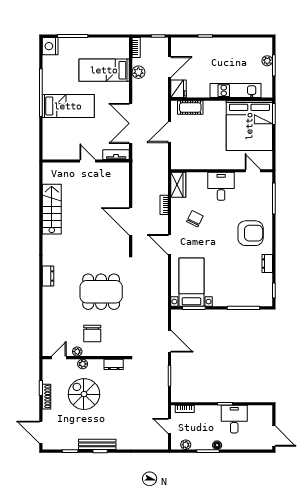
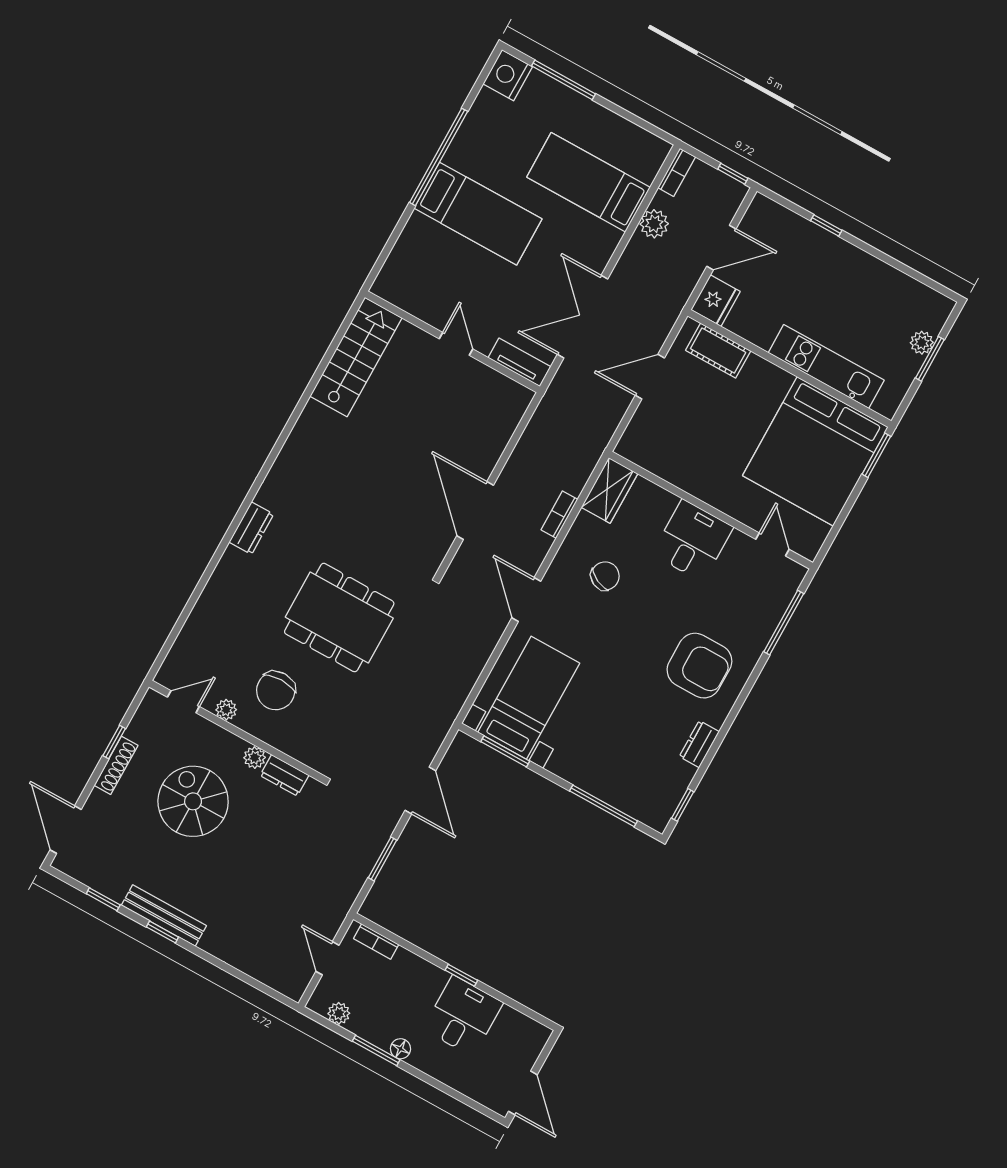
stairs: (52, 209) -> (356, 357), moved
plant: (83, 364) -> (255, 758), moved

